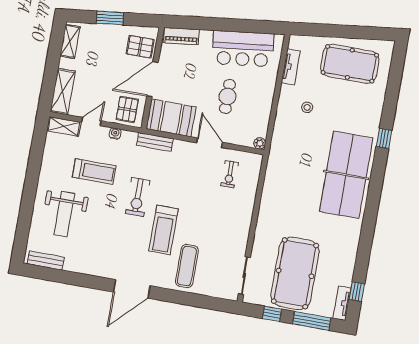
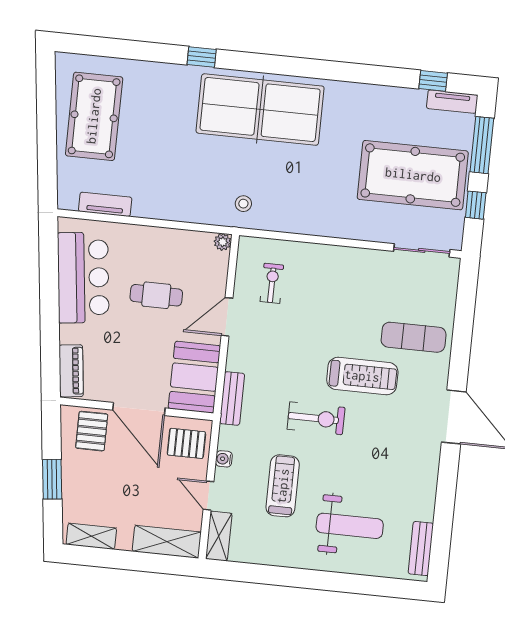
stool: (307, 107) -> (243, 204), moved
exercise bike: (230, 174) -> (272, 283), turned -90

